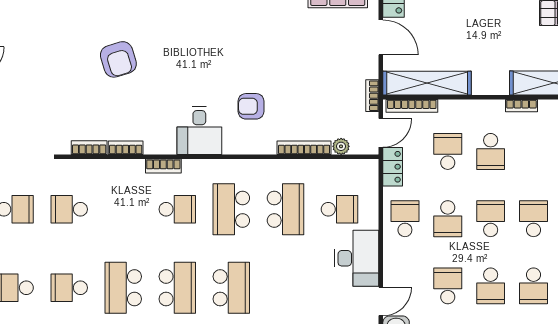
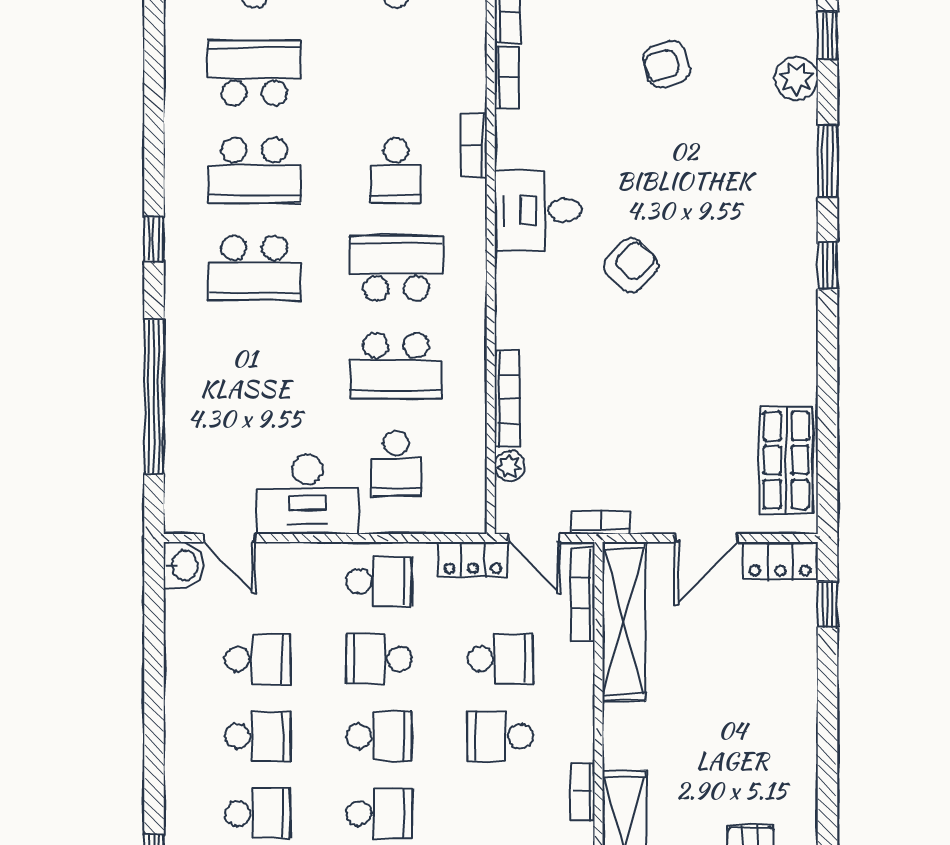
armchair: (118, 59) -> (667, 64), width x0.72, depth x0.72
armchair: (251, 106) -> (631, 265), moved, turned 44
school desk: (491, 286) -> (258, 736), turned 180
school desk: (533, 286) -> (258, 814), turned 180

